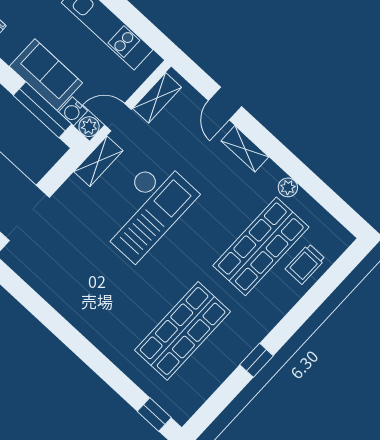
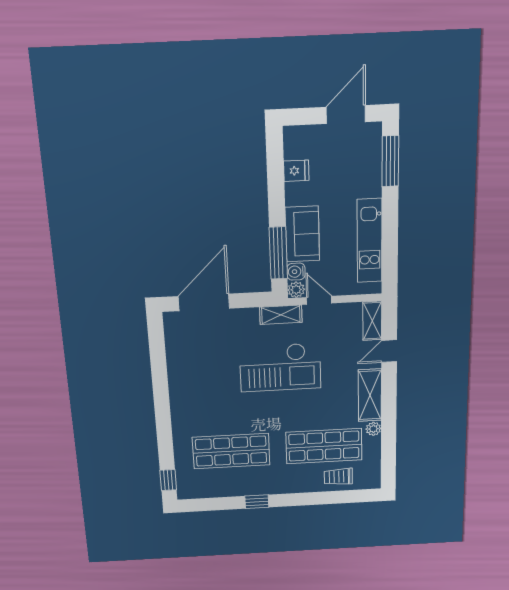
shelving: (157, 98) -> (372, 321), moved, turned 90
shelving: (245, 149) -> (370, 395), width x1.50, depth x1.33

